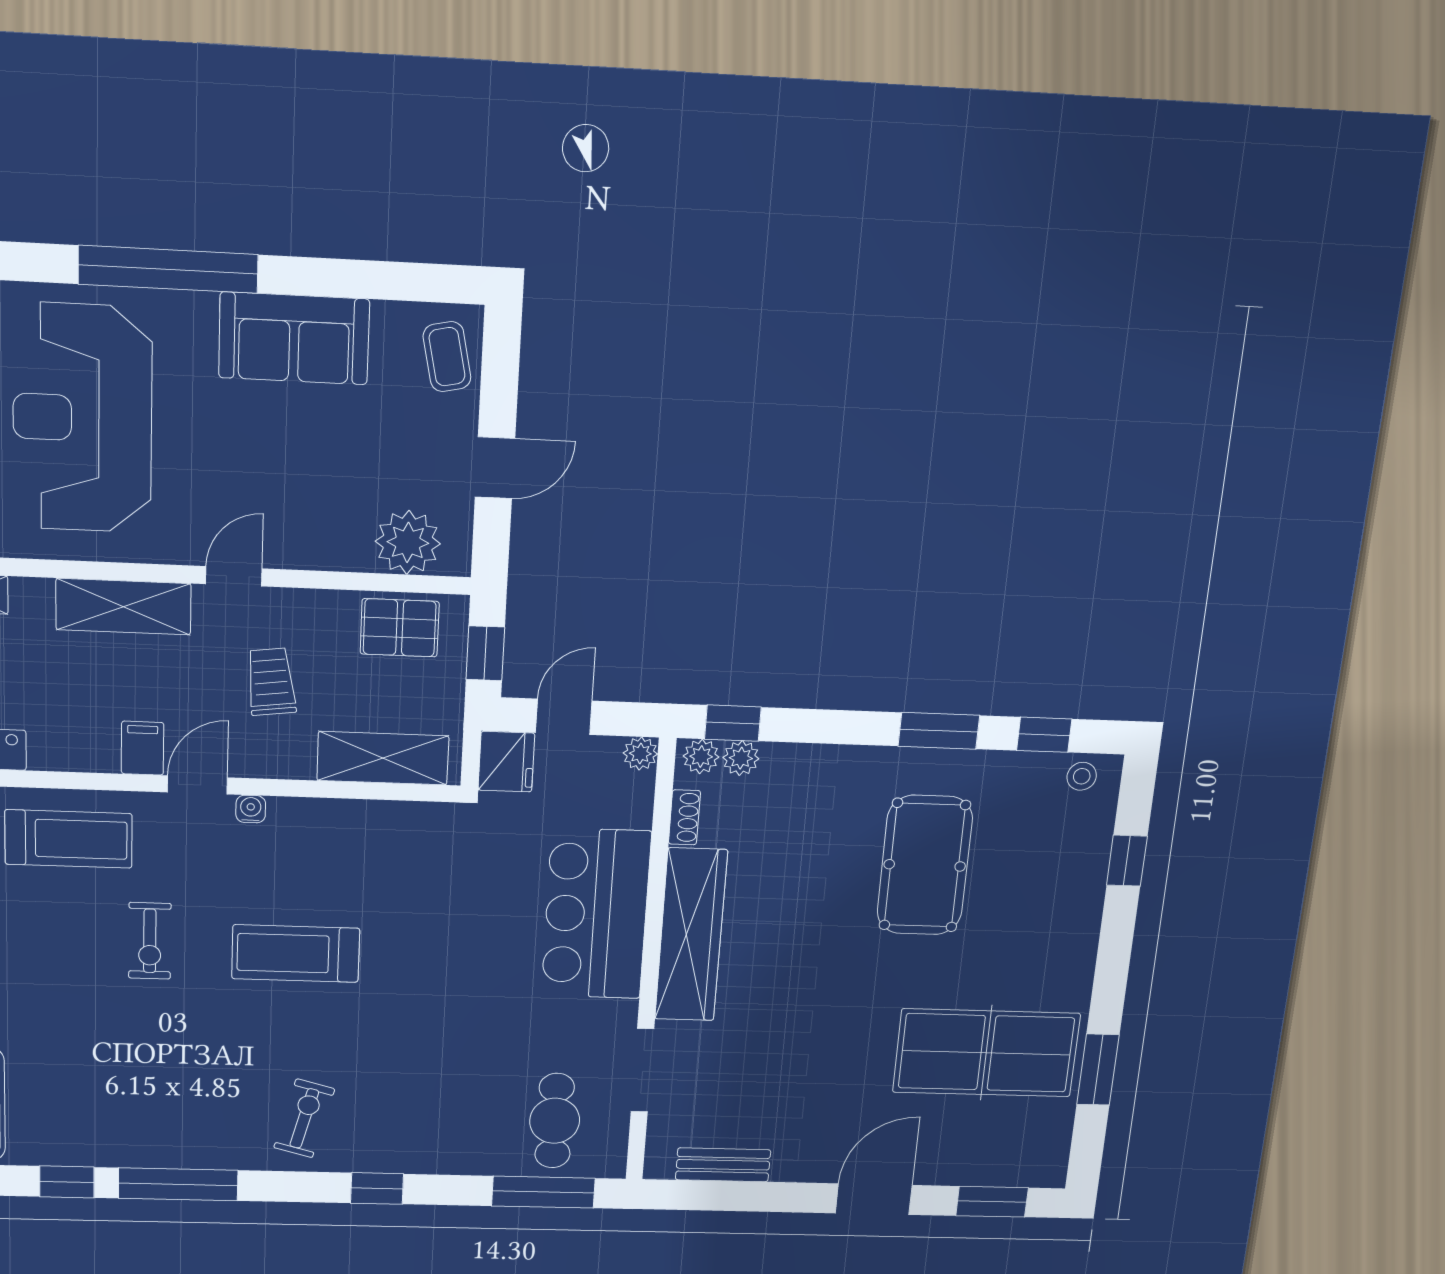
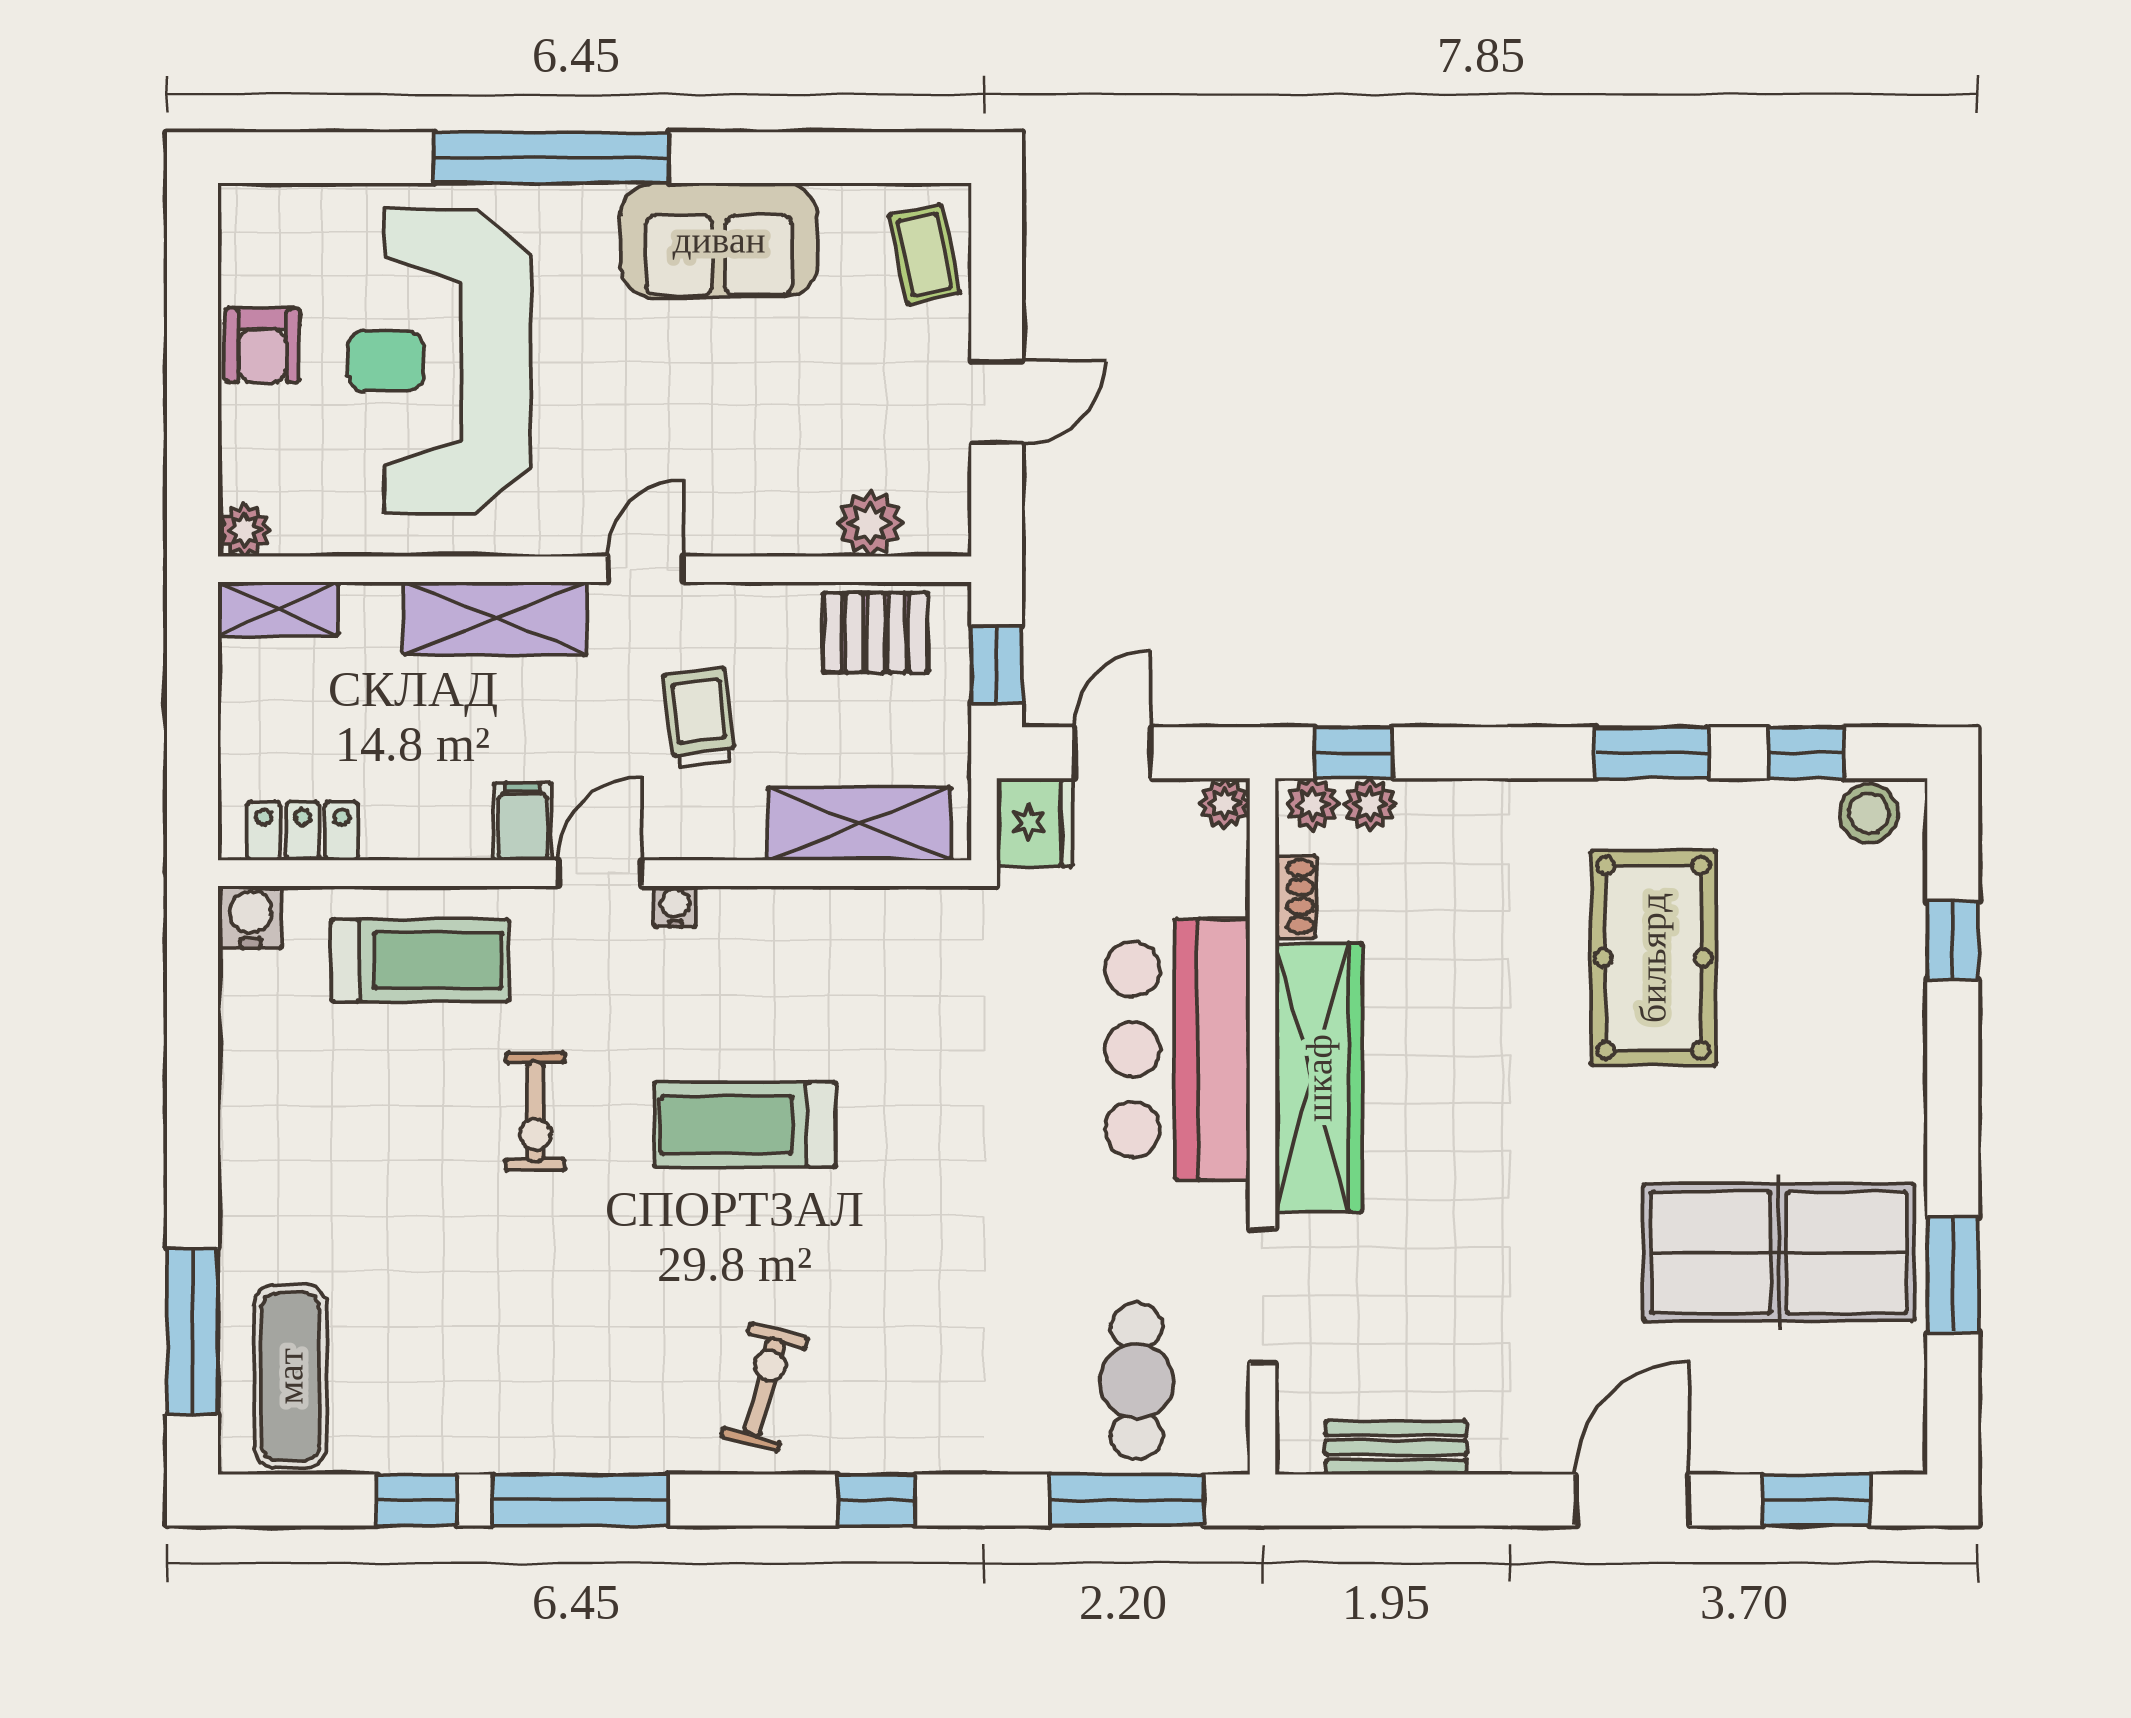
plant: (408, 542) -> (870, 523), width x0.73, depth x0.73
stool: (1082, 776) -> (1869, 813), width x1.37, depth x1.37

